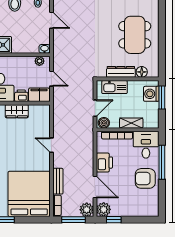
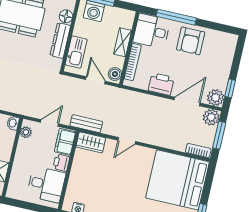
wardrobe: (17, 111) -> (91, 142), moved, turned 90
bench: (58, 181) -> (86, 124), moved

